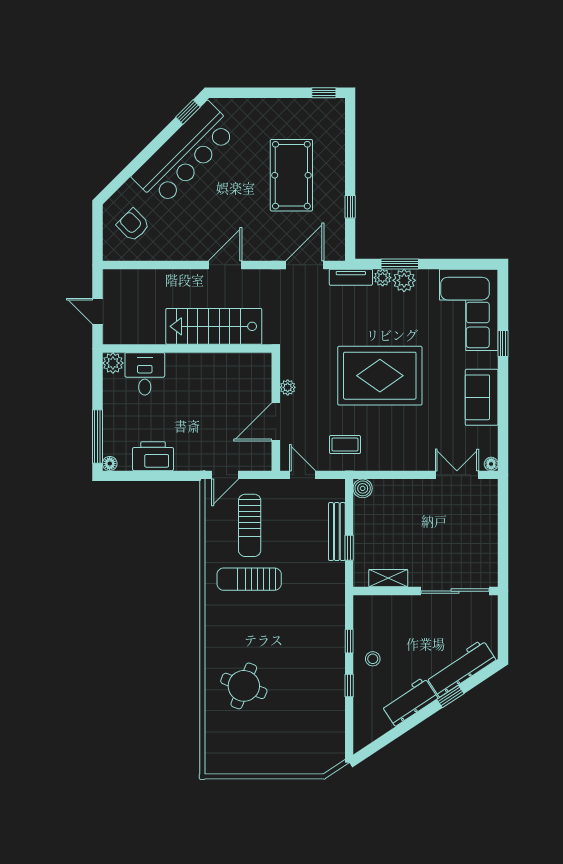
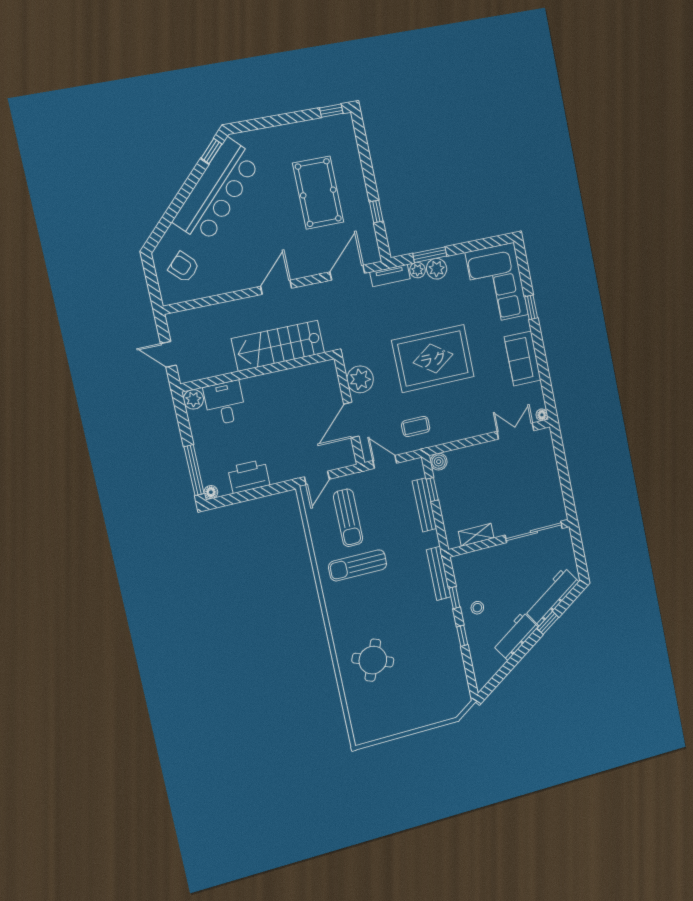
plant: (288, 387) -> (360, 379), width x1.88, depth x1.88
window: (349, 548) -> (432, 490), moved
bench: (337, 610) -> (439, 573), added

